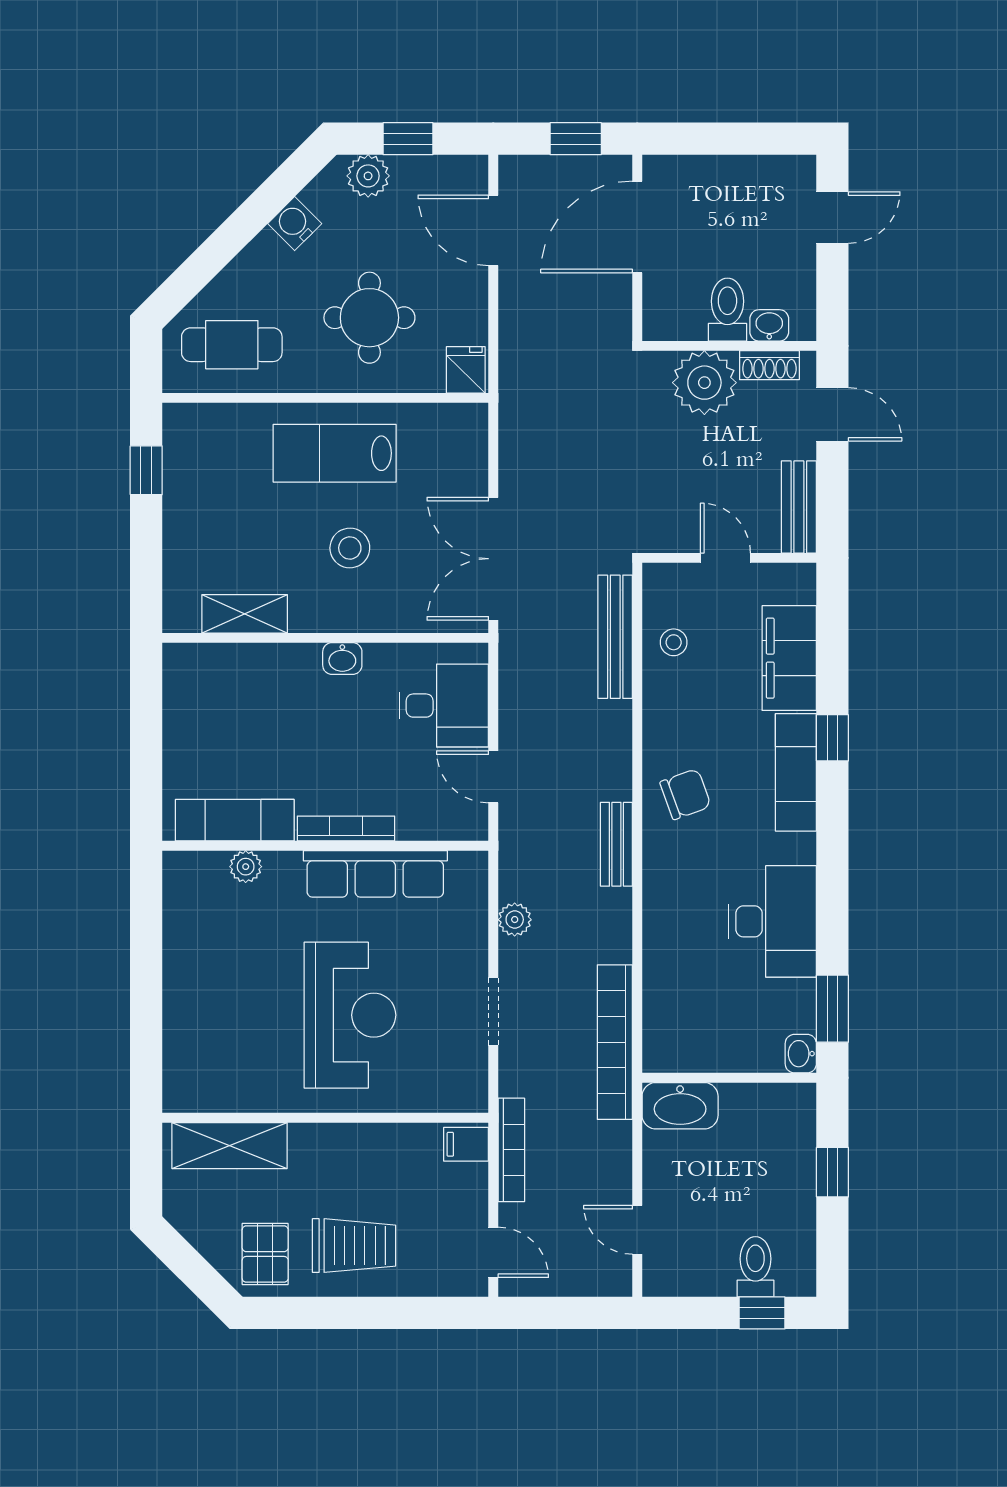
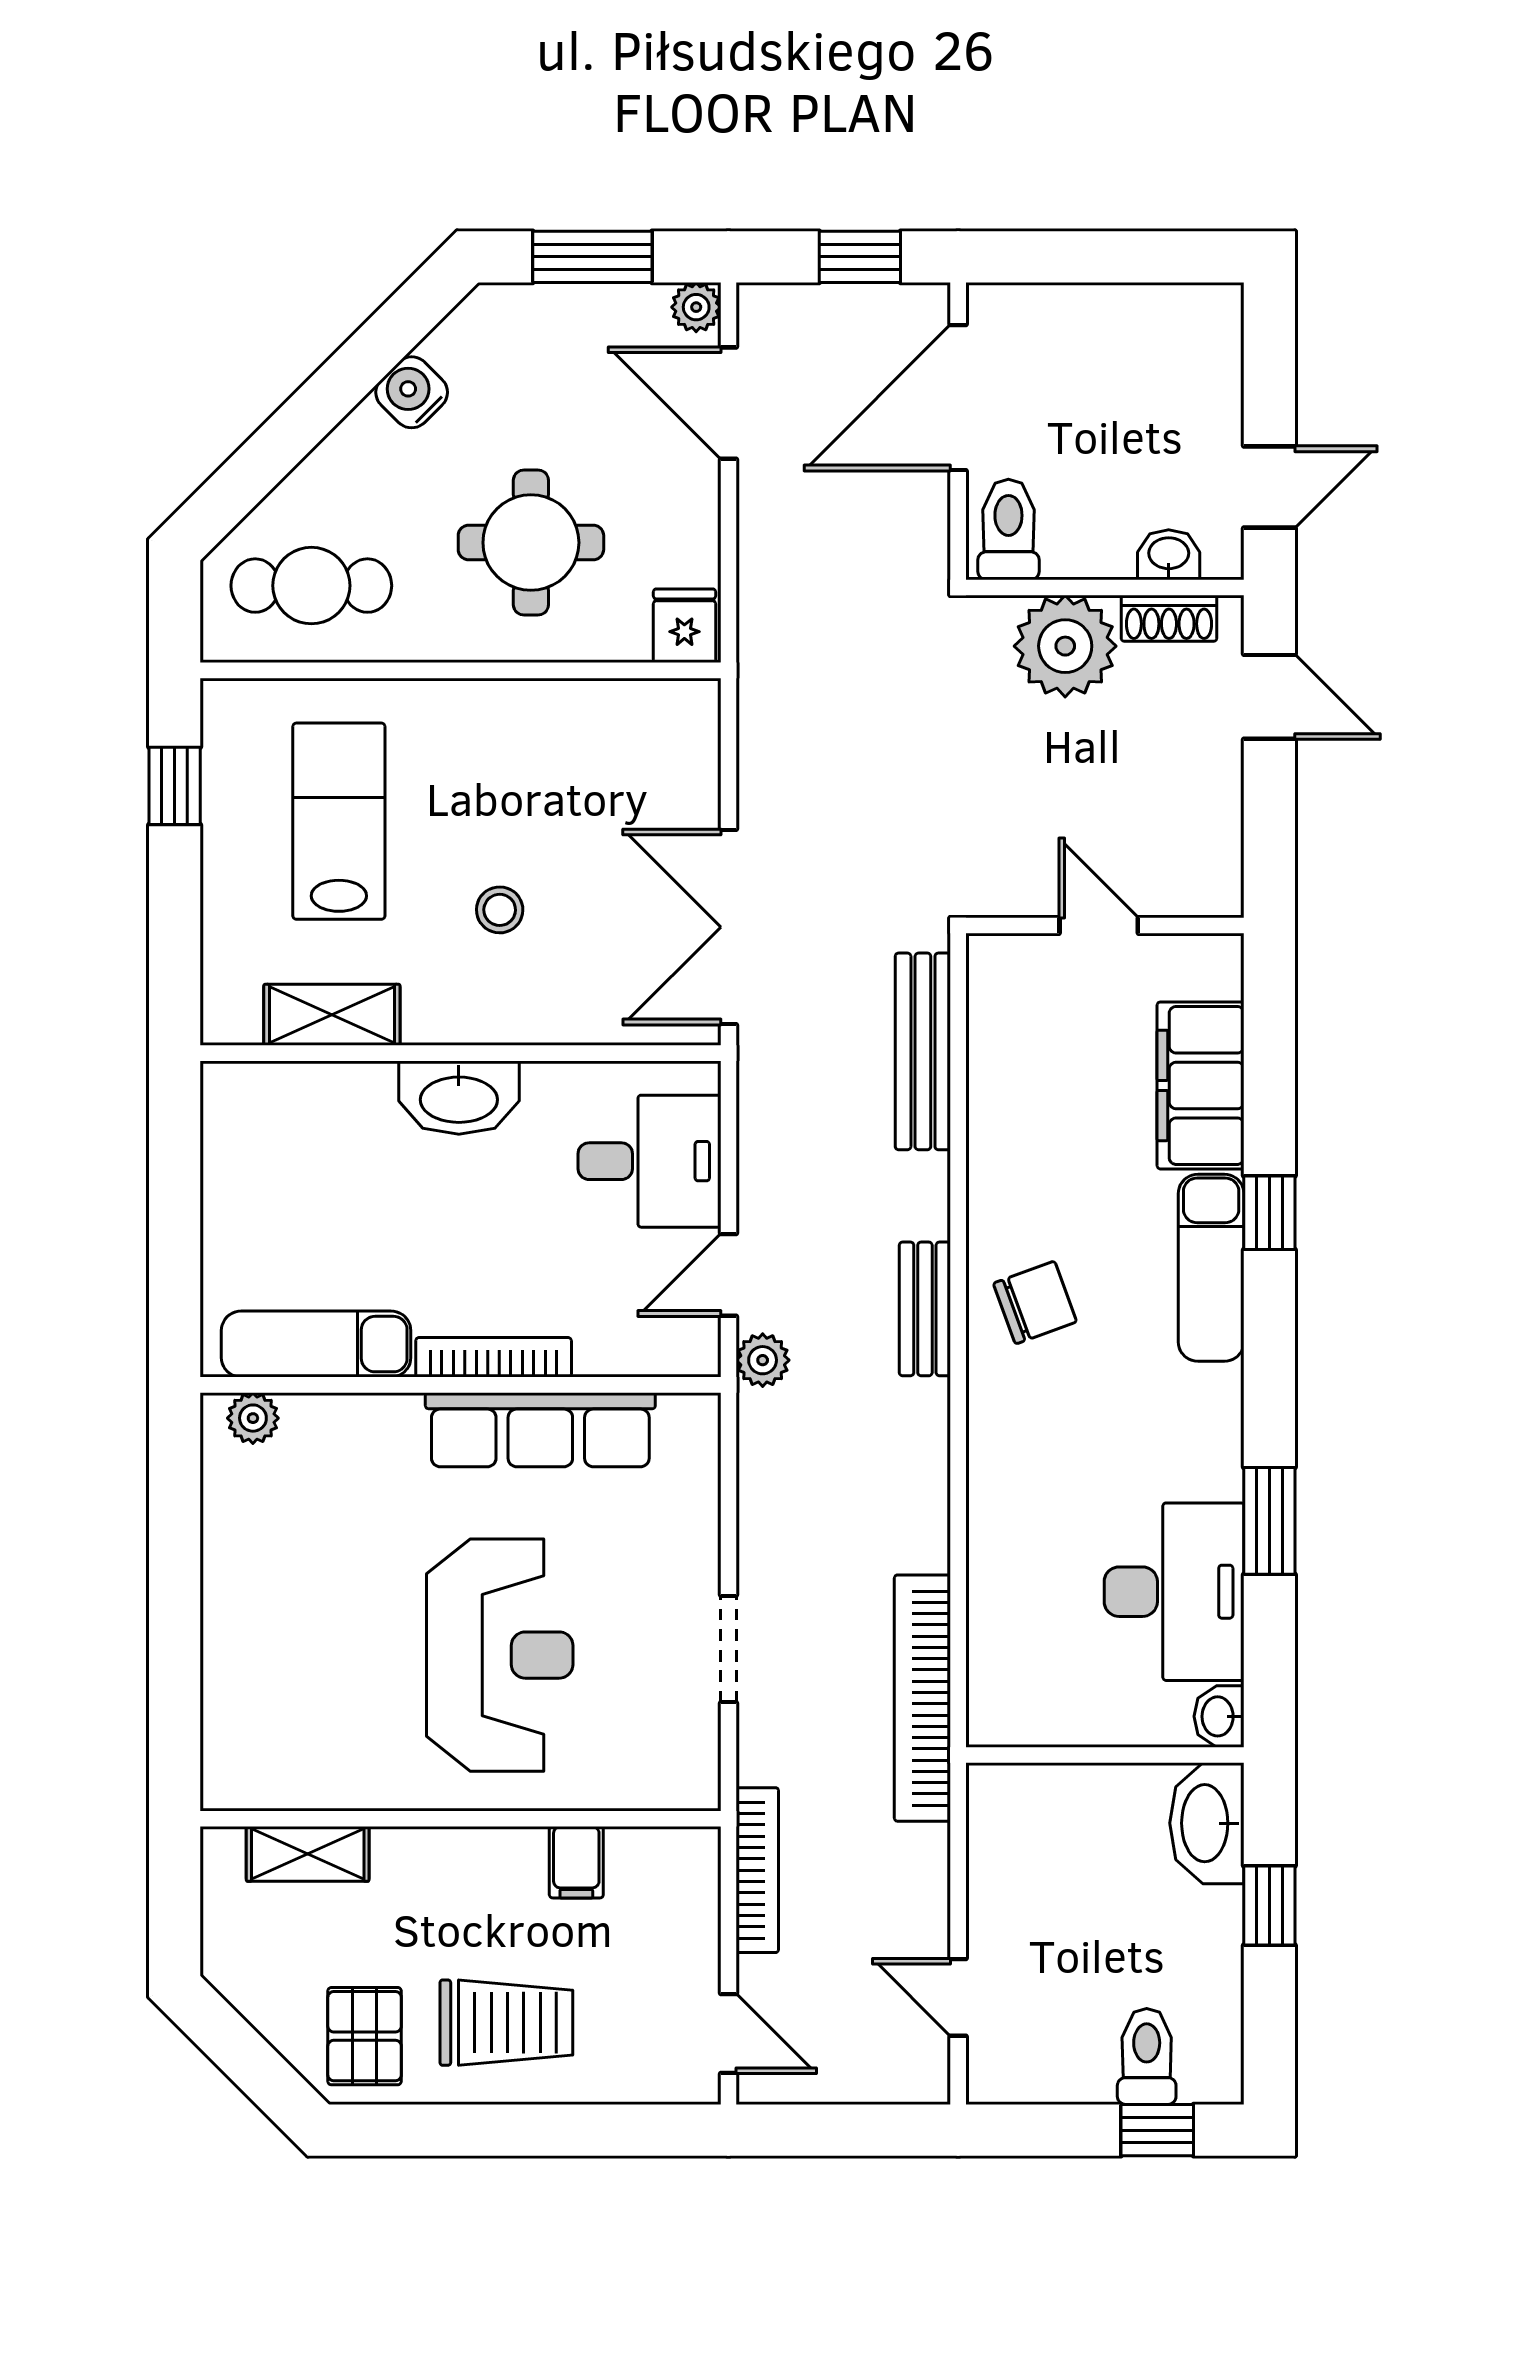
window: (408, 139) -> (592, 257), width x1.50
plant: (368, 176) -> (696, 307), moved, width x0.73, depth x0.73
door: (832, 218) -> (1269, 487), moved
toilet: (727, 310) -> (1008, 529), moved
lab bench: (335, 453) -> (339, 821), moved, turned 90
bench: (799, 507) -> (1216, 844), removed
stool: (350, 548) -> (500, 910), width x0.73, depth x0.73
stool: (674, 642) -> (1016, 1060), removed
washbasin: (342, 659) -> (459, 1098), width x1.91, depth x1.45
door: (493, 777) -> (728, 1275), hinge flipped
bench: (616, 844) -> (925, 1309), moved
plant: (246, 867) -> (253, 1418), moved
plant: (515, 920) -> (763, 1360), moved
desk: (773, 921) -> (1174, 1592), moved
window: (832, 1009) -> (1269, 1521), moved
washbasin: (680, 1106) -> (1207, 1823), moved, turned 90
filing cabinet: (466, 1144) -> (576, 1862), moved, turned -90
shelving: (229, 1146) -> (308, 1854), width x0.67, depth x0.75

